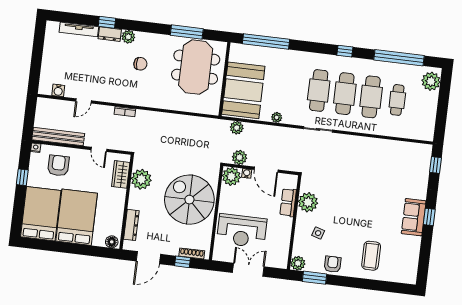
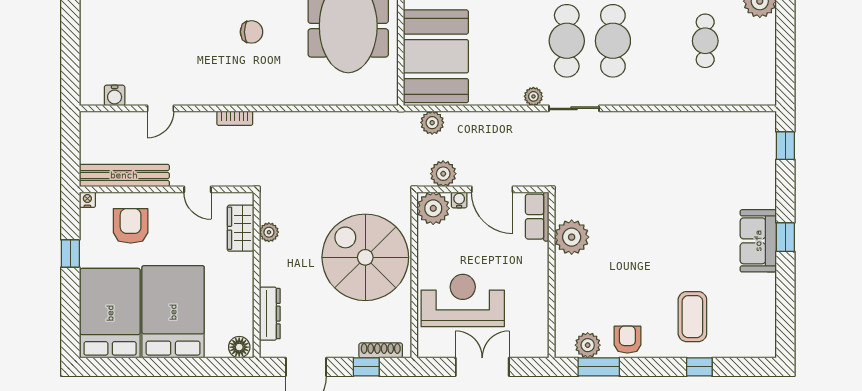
cafe table: (371, 97) -> (659, 41), removed
plant: (277, 117) -> (533, 96), moved
plant: (141, 179) -> (269, 232), width x0.53, depth x0.53
row of seats: (288, 202) -> (537, 217), moved
reception desk: (242, 231) -> (463, 301), turned 180
side table: (318, 233) -> (596, 288), removed
plant: (298, 263) -> (588, 345), moved
window: (372, 285) -> (699, 367), added

